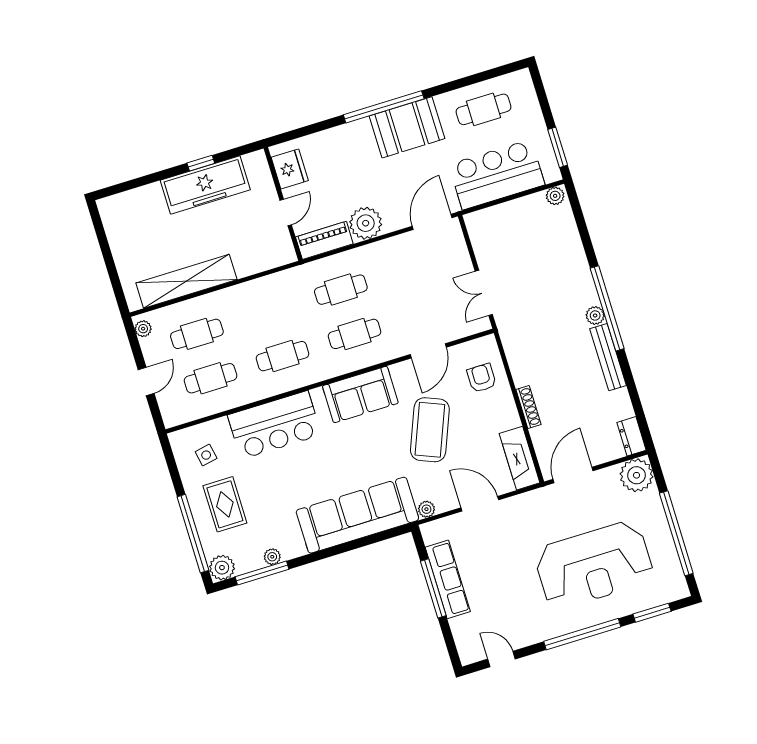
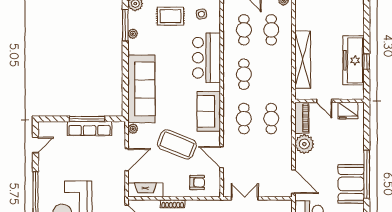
shelving: (186, 281) -> (303, 60), moved

